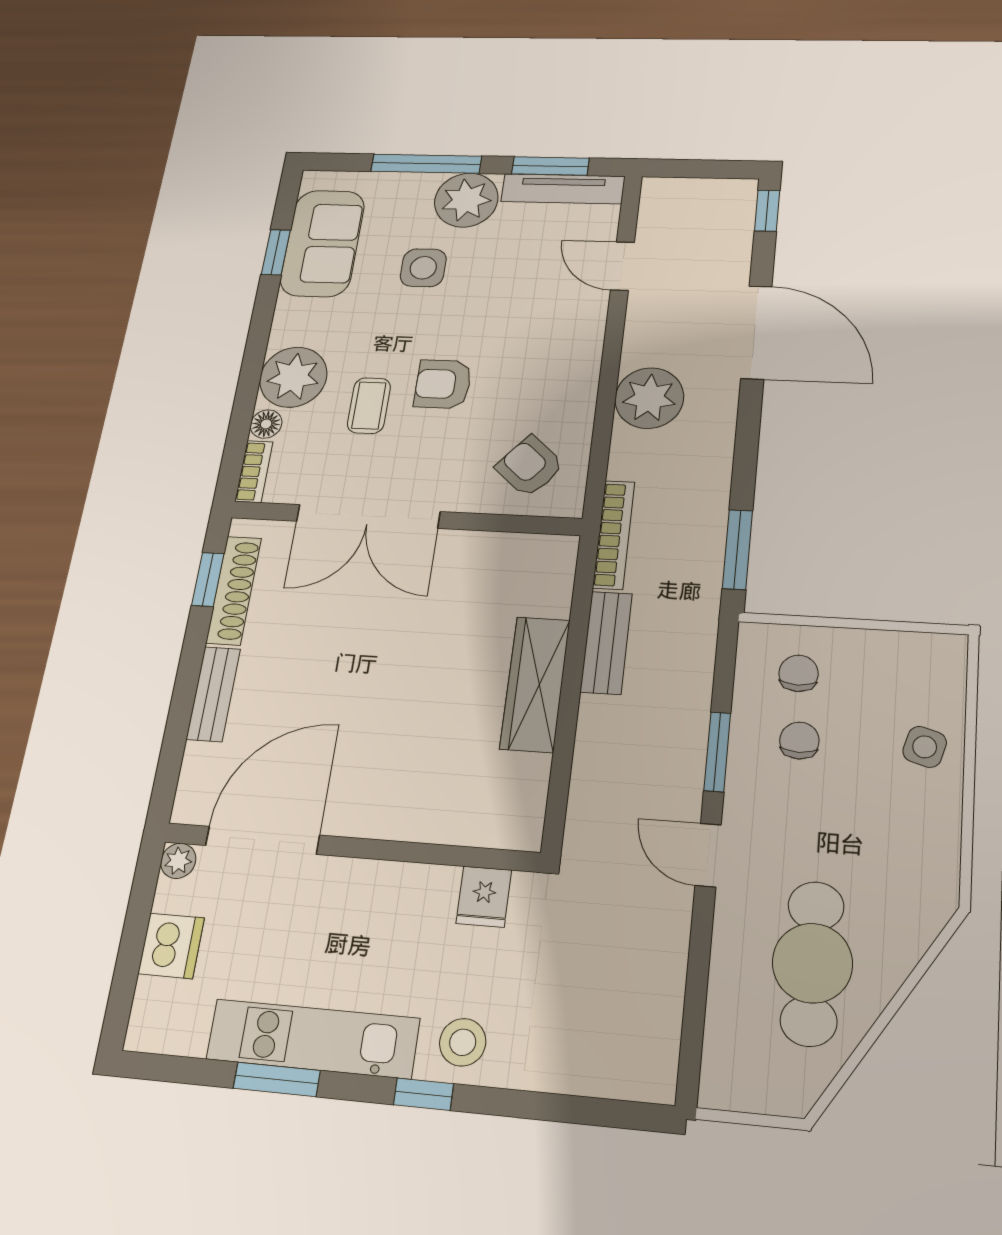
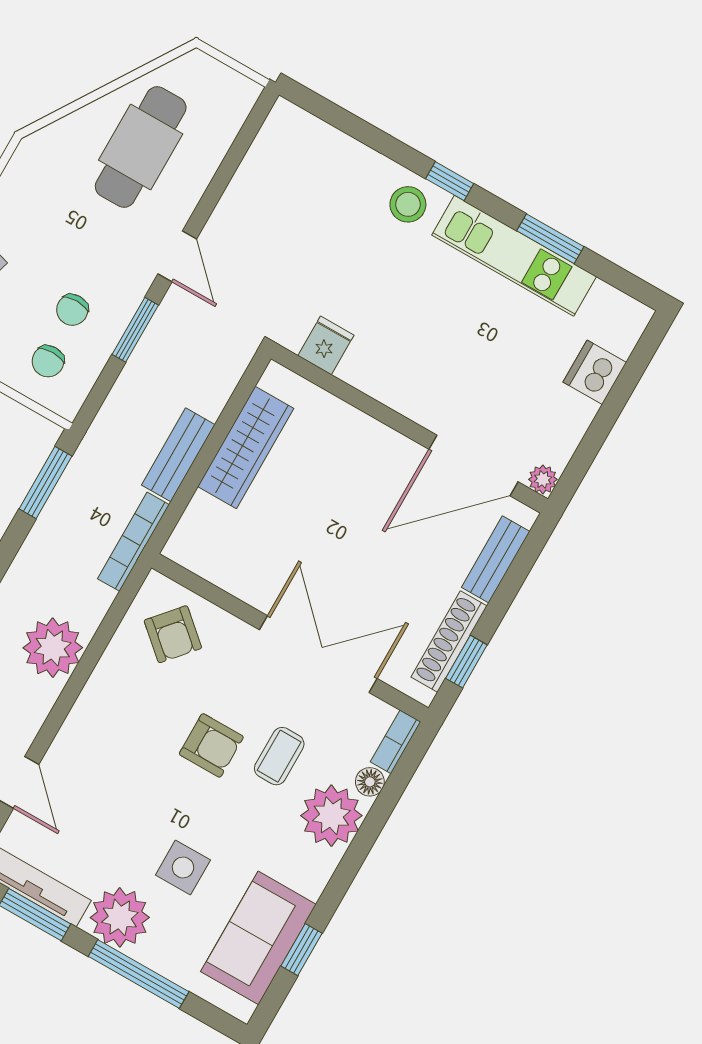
door: (263, 840) -> (473, 465), moved
wall: (350, 847) -> (410, 429), moved
plant: (178, 861) -> (543, 479), moved
fridge: (484, 897) -> (326, 345), moved

